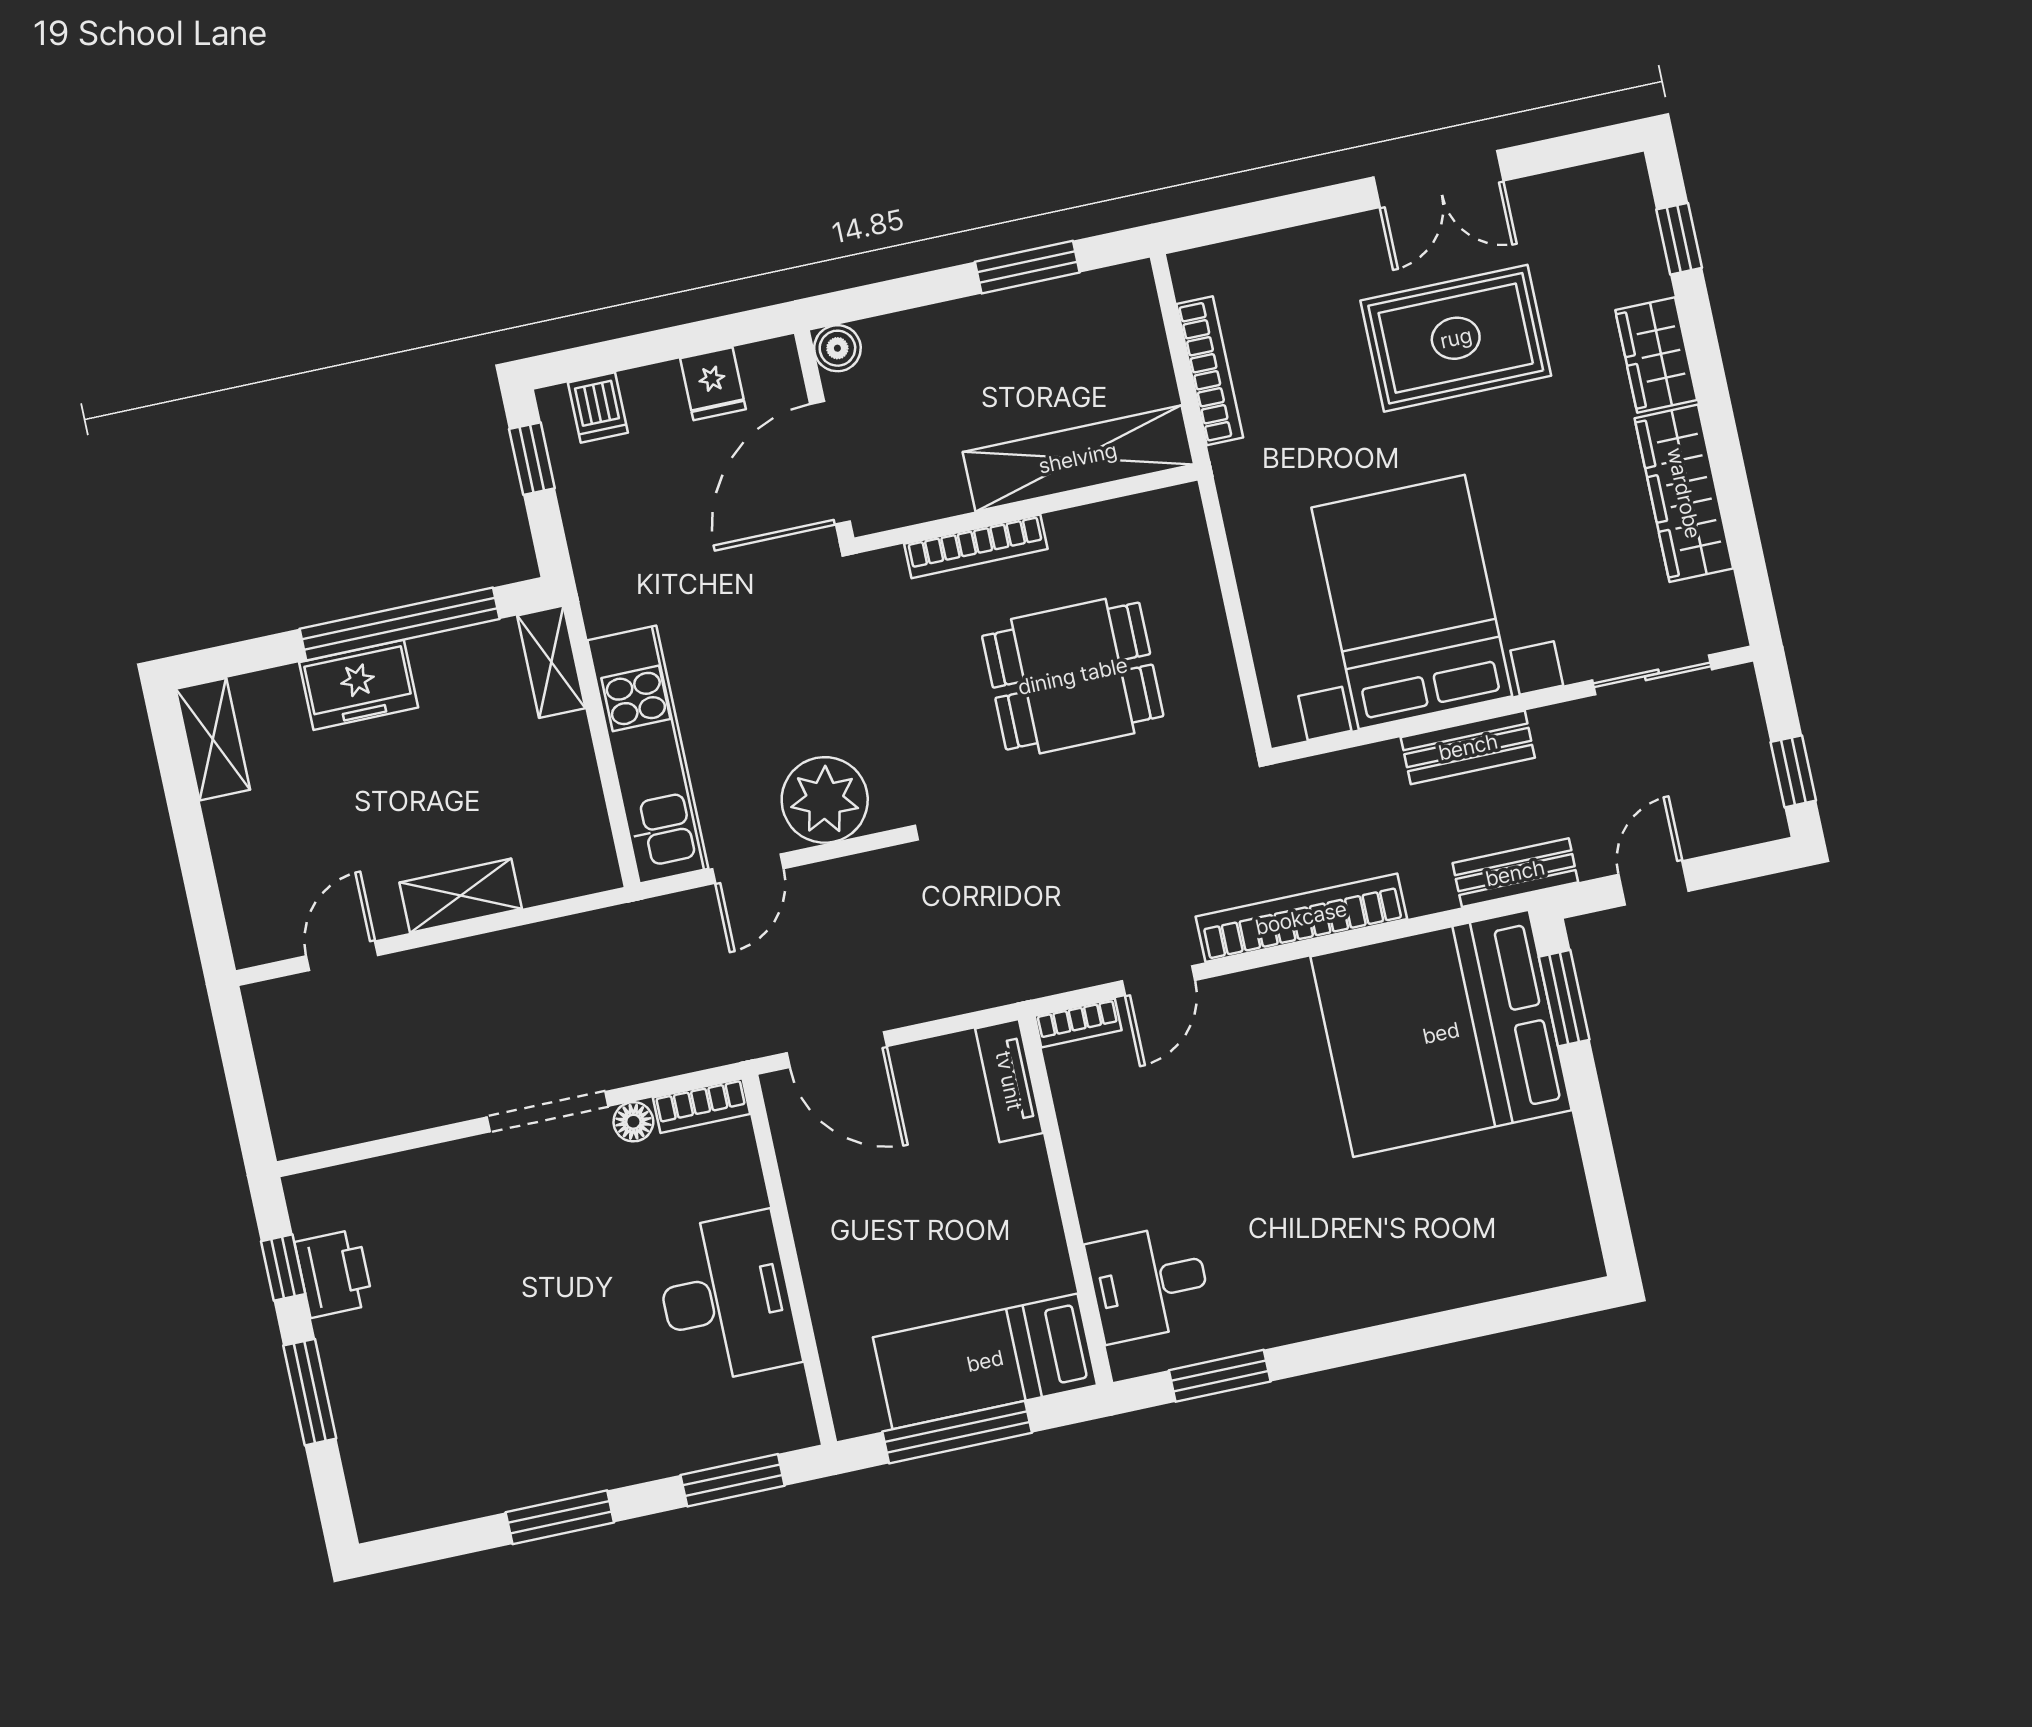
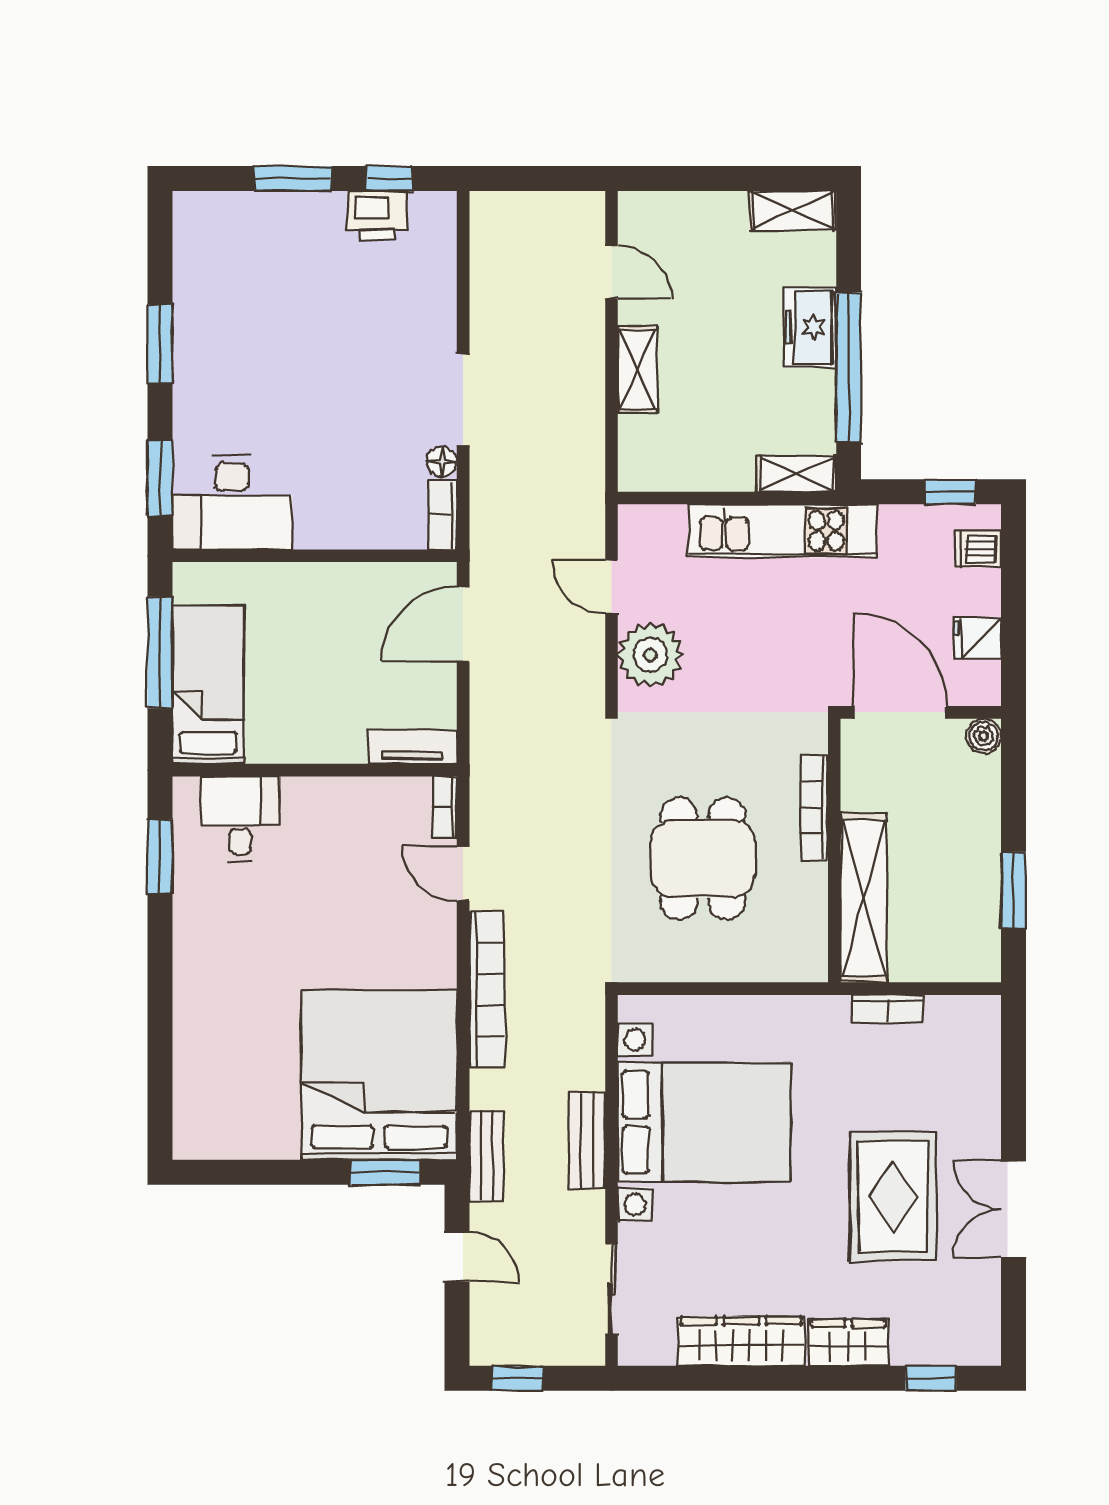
bookcase: (1210, 371) -> (888, 1009), width x0.64
kitchen unit: (648, 754) -> (783, 531), moved
desk: (726, 1298) -> (232, 503), moved

